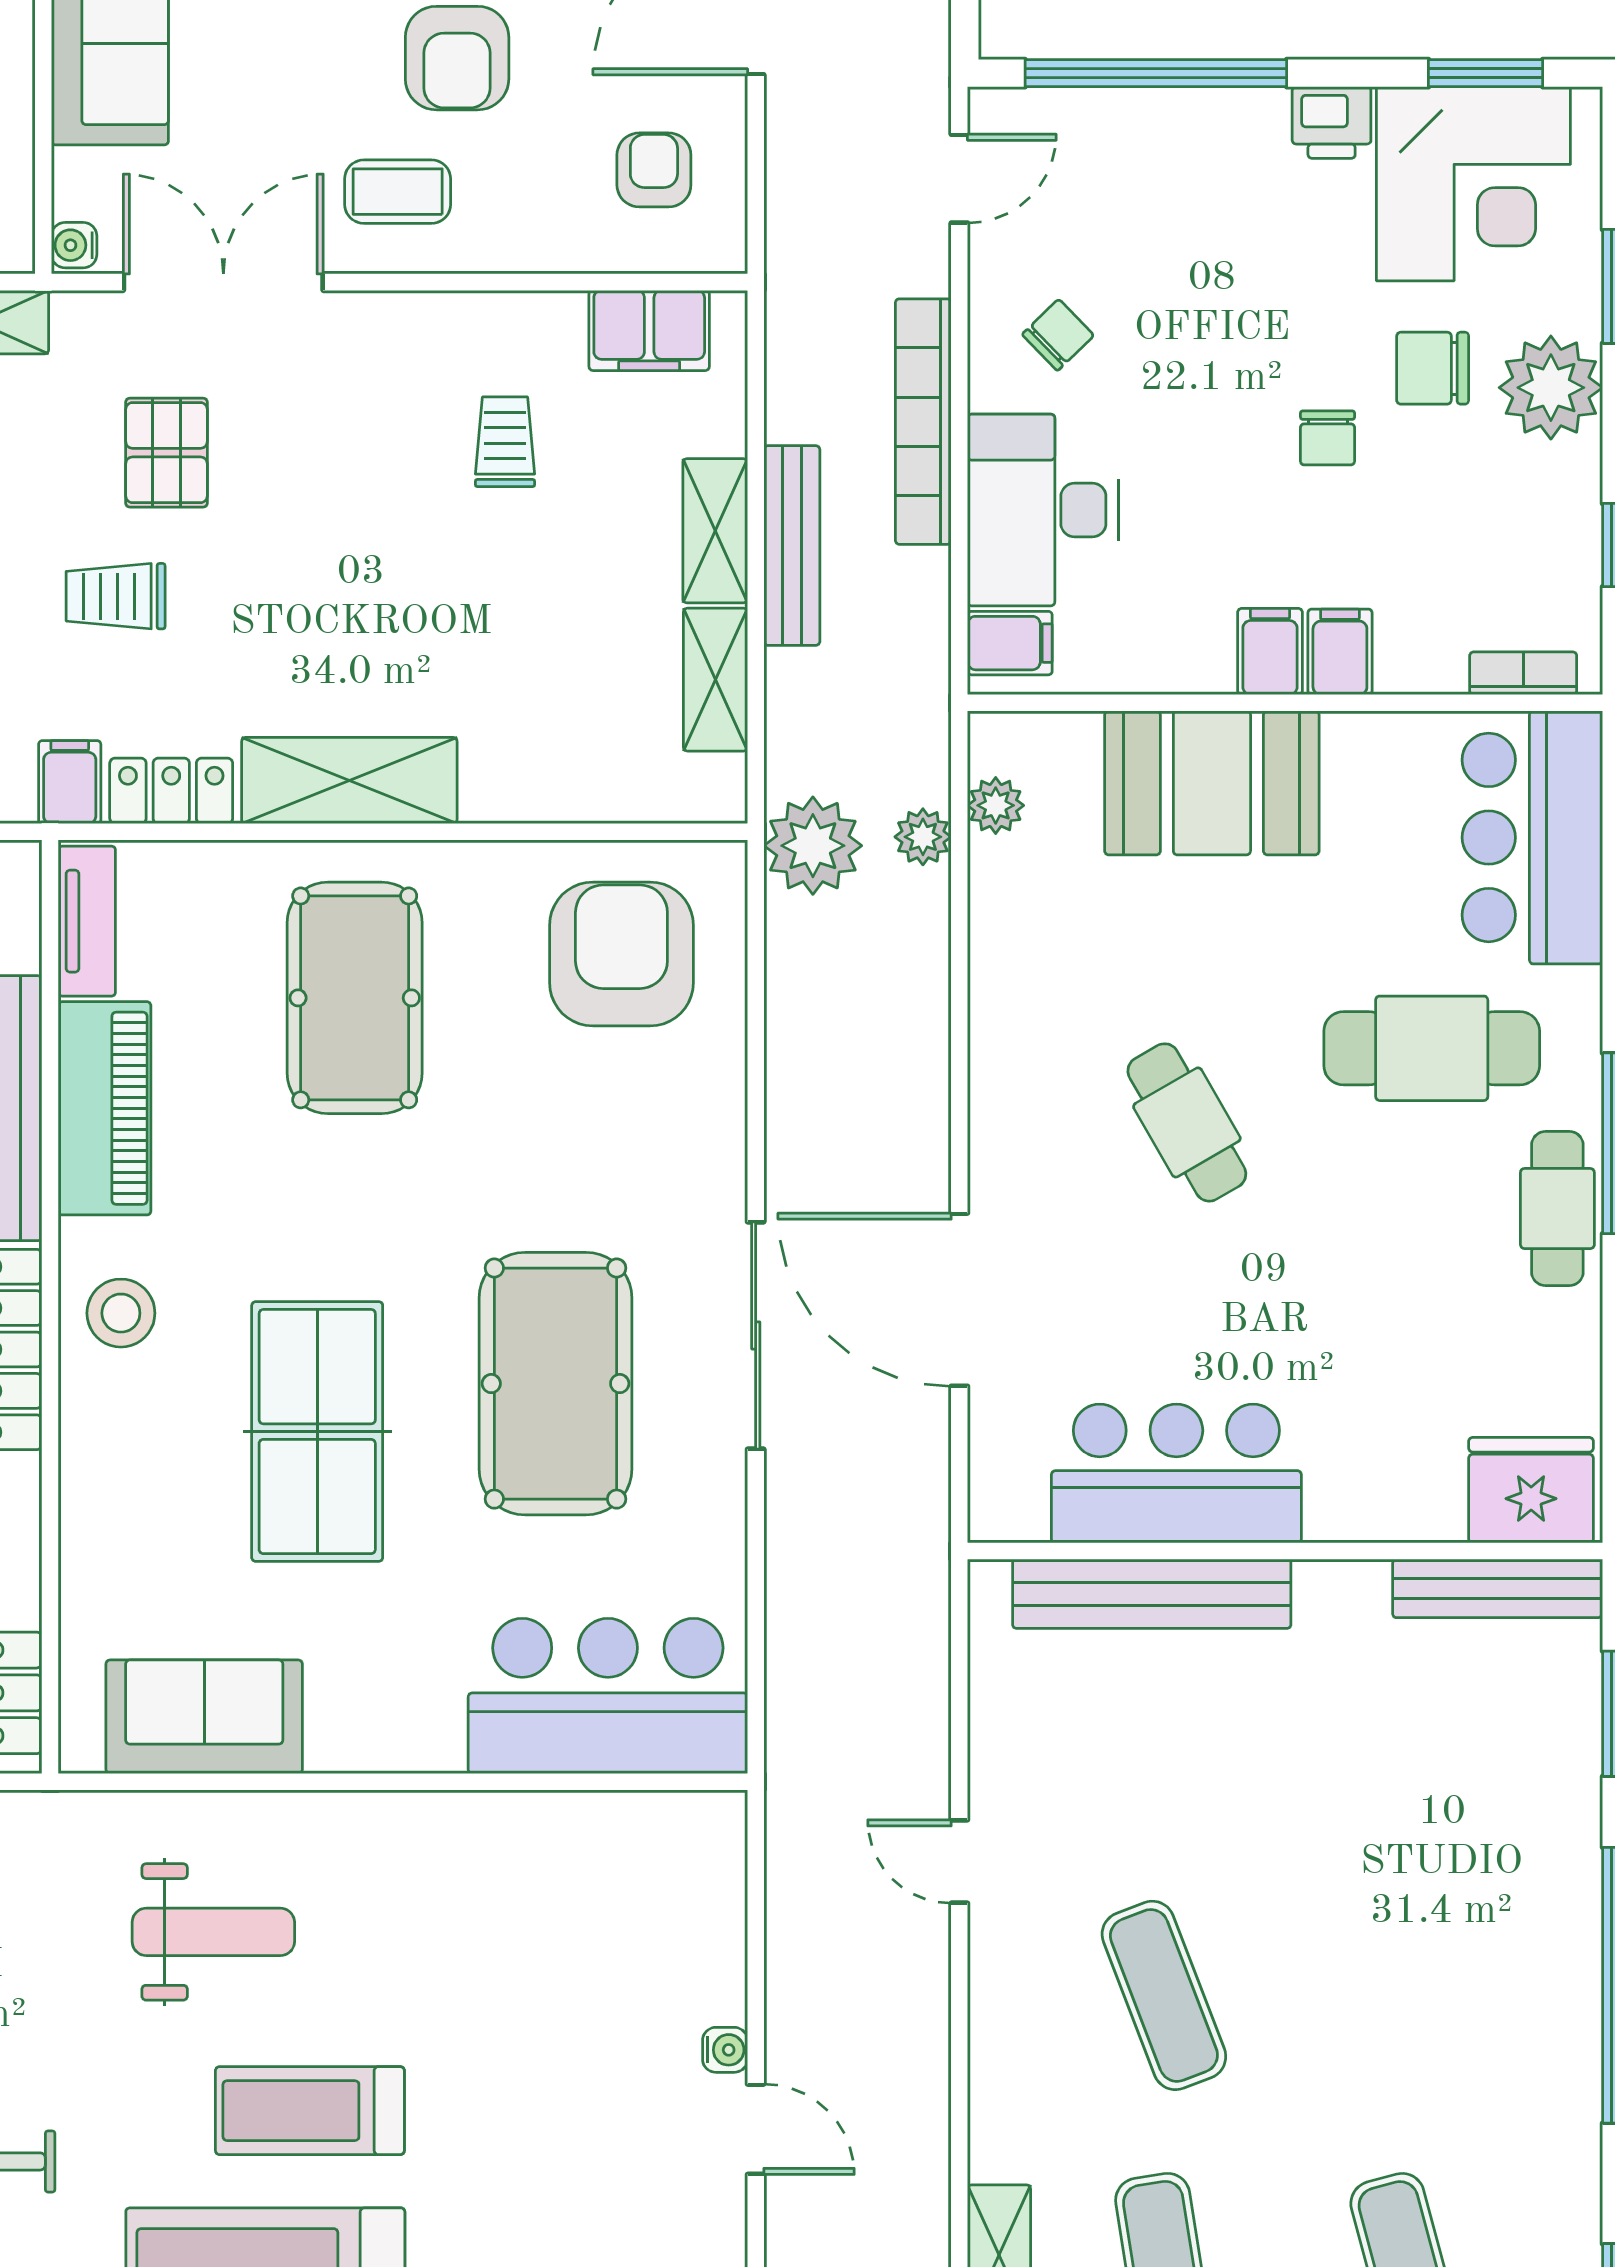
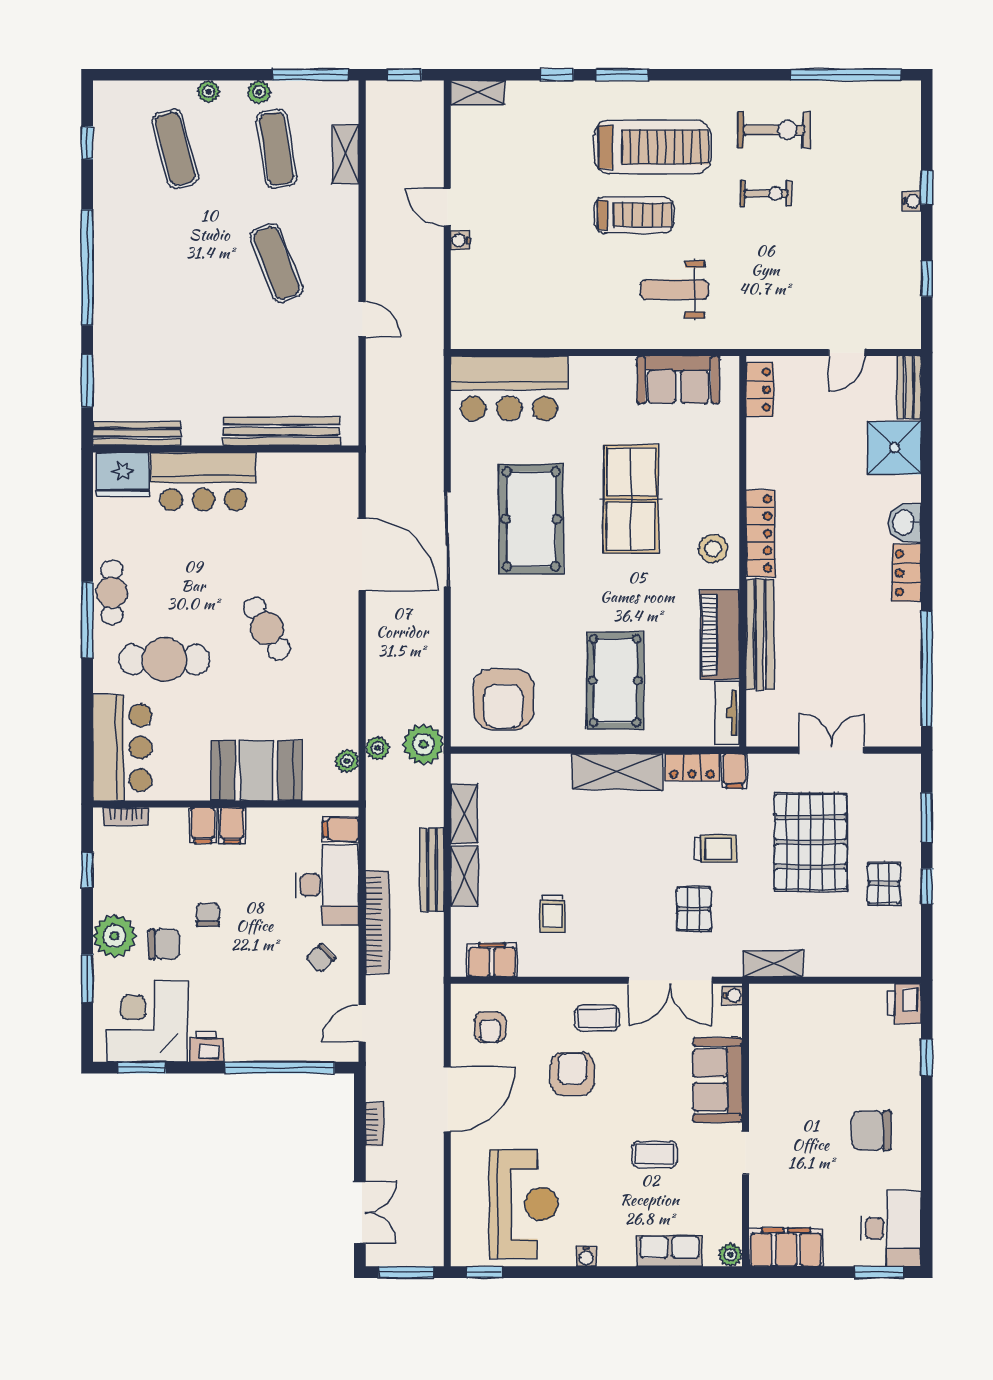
bar counter: (1176, 1473) -> (203, 482), moved

